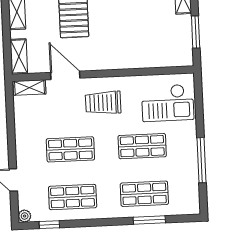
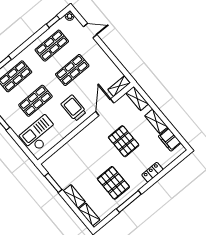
door: (65, 75) -> (105, 107), swing flipped
trolley: (103, 103) -> (74, 108), turned -90

